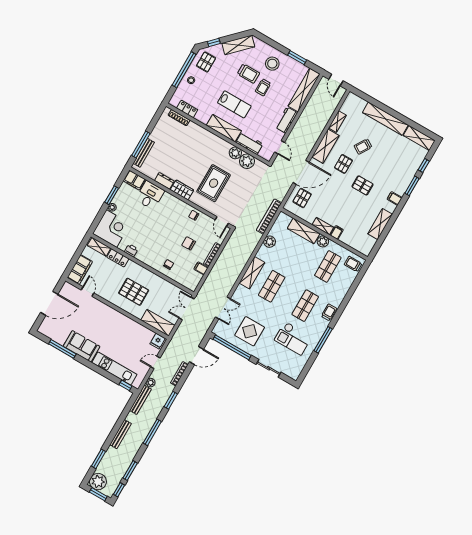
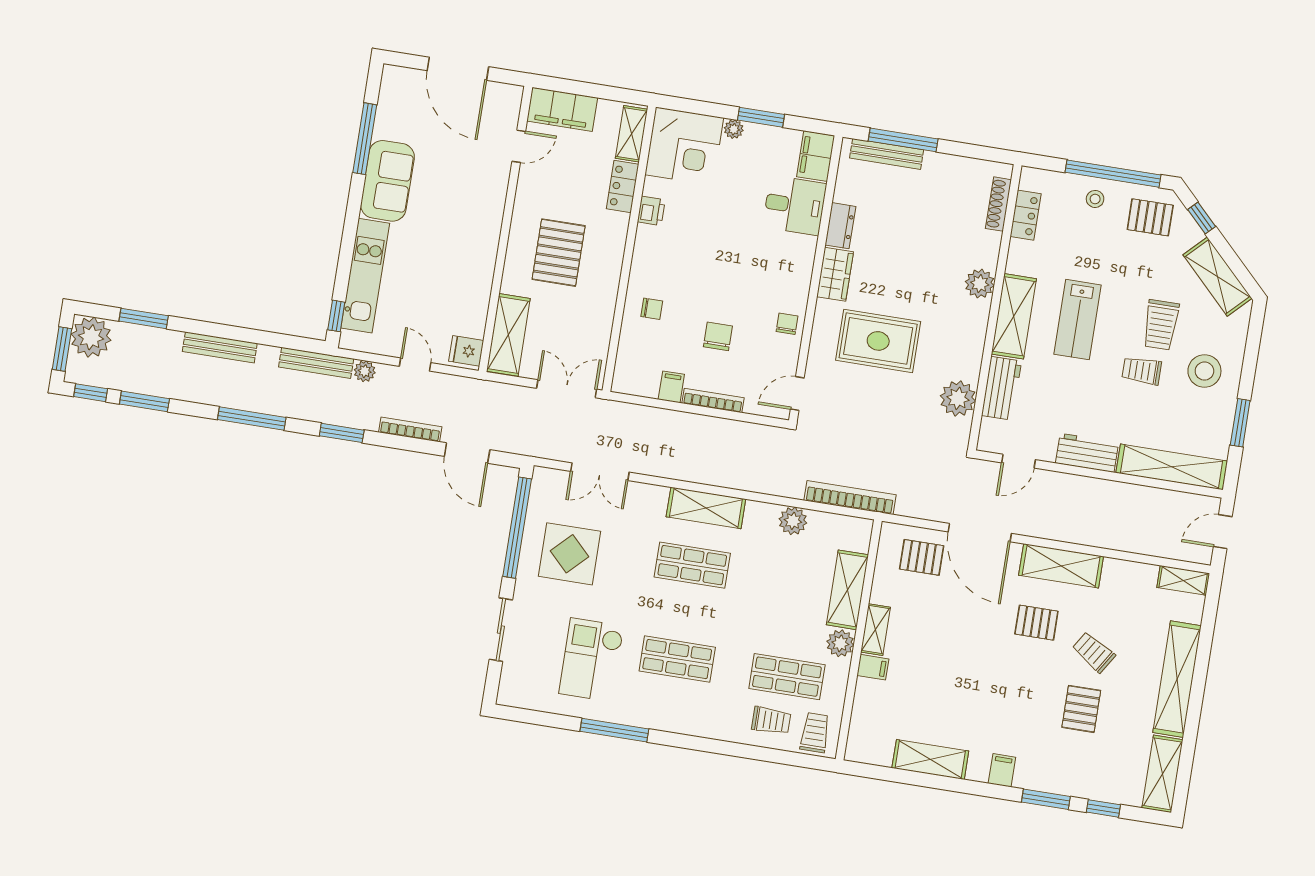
shelving: (337, 122) -> (1183, 580), moved
plant: (235, 153) -> (980, 284), moved
pallet: (362, 185) -> (1081, 709), moved
trolley: (329, 312) -> (771, 720), moved

